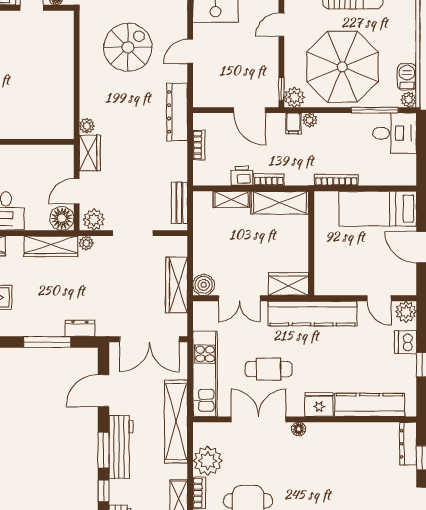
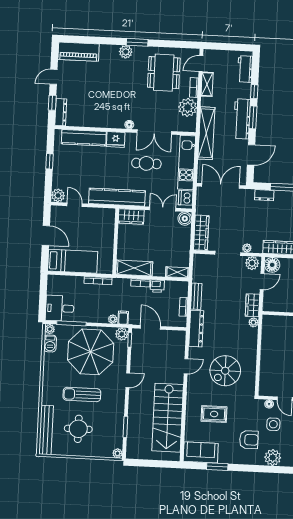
shelving: (231, 199) -> (177, 272), moved
bench: (179, 203) -> (196, 296), moved
plant: (86, 243) -> (247, 248), moved
wardrobe: (177, 285) -> (201, 233), moved
dishwasher: (406, 342) -> (186, 198), moved, turned 180

